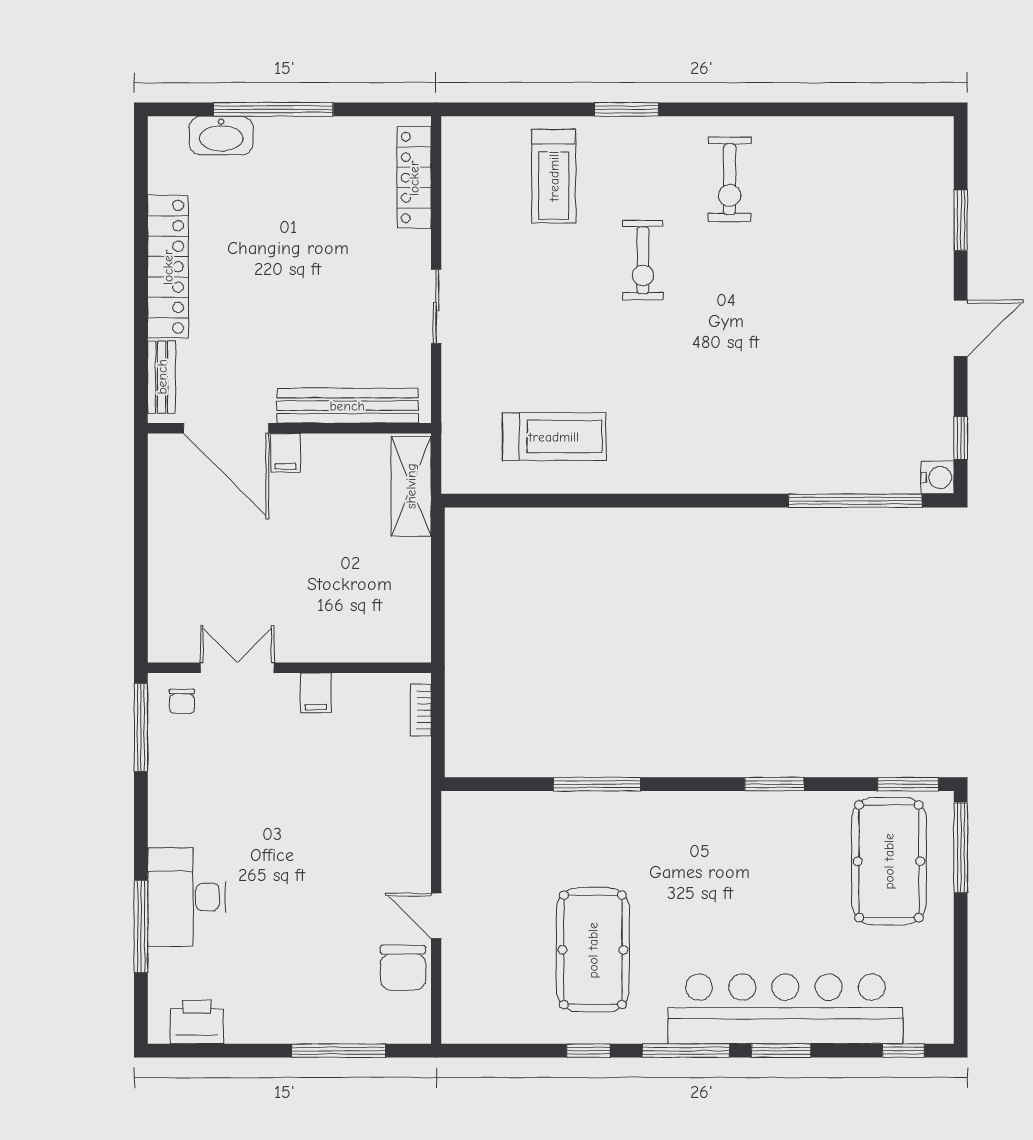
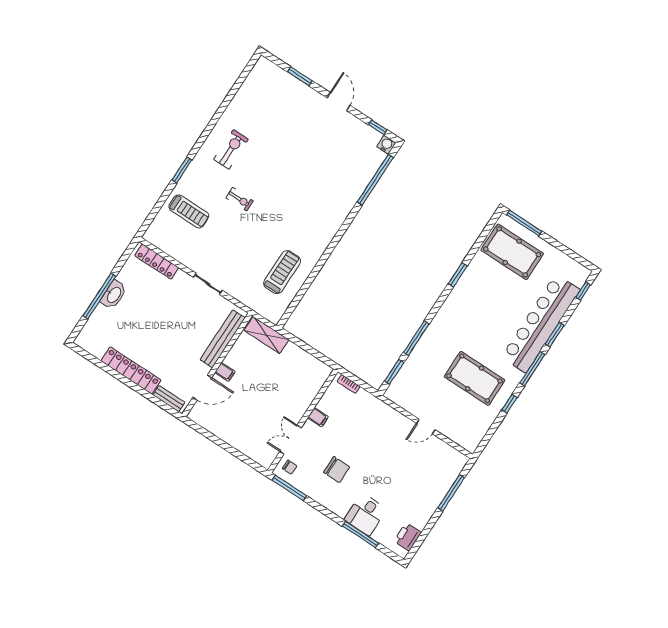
washbasin: (221, 136) -> (114, 295), moved
exercise bike: (730, 179) -> (231, 149), turned -90
exercise bike: (643, 260) -> (240, 199), width x0.73, depth x0.72
door: (226, 428) -> (202, 388), width x0.73
window: (908, 784) -> (394, 372), moved
desk: (187, 897) -> (365, 514), width x0.73
chair: (403, 968) -> (337, 470), moved

